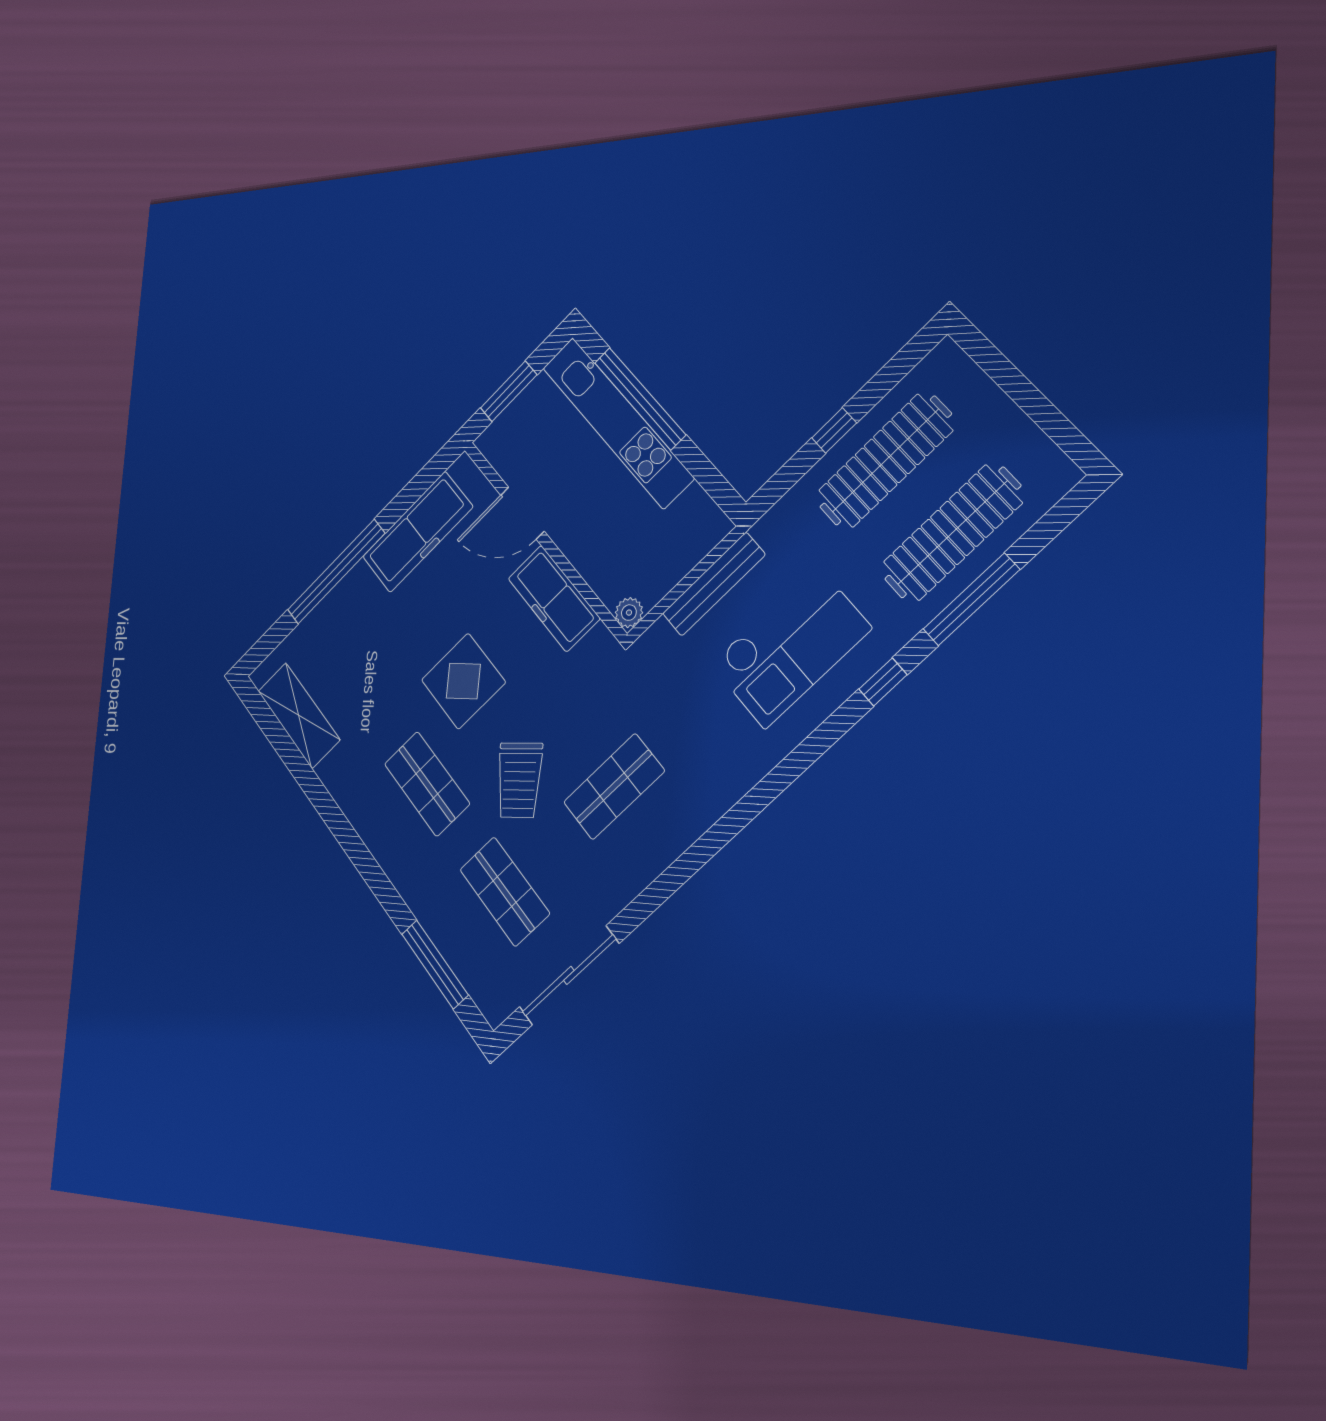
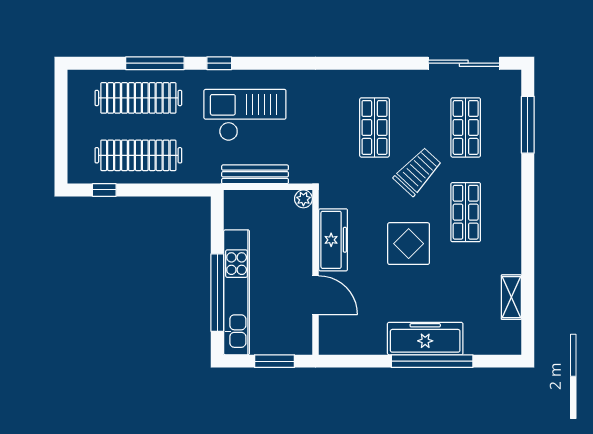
window: (834, 430) -> (104, 190), moved
freezer: (418, 532) -> (425, 339), moved
shelving: (299, 715) -> (511, 297), width x0.67, depth x0.75
shop shelf: (614, 787) -> (374, 127), turned 90

